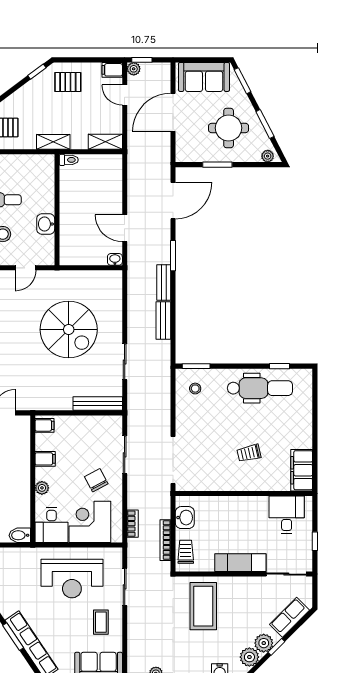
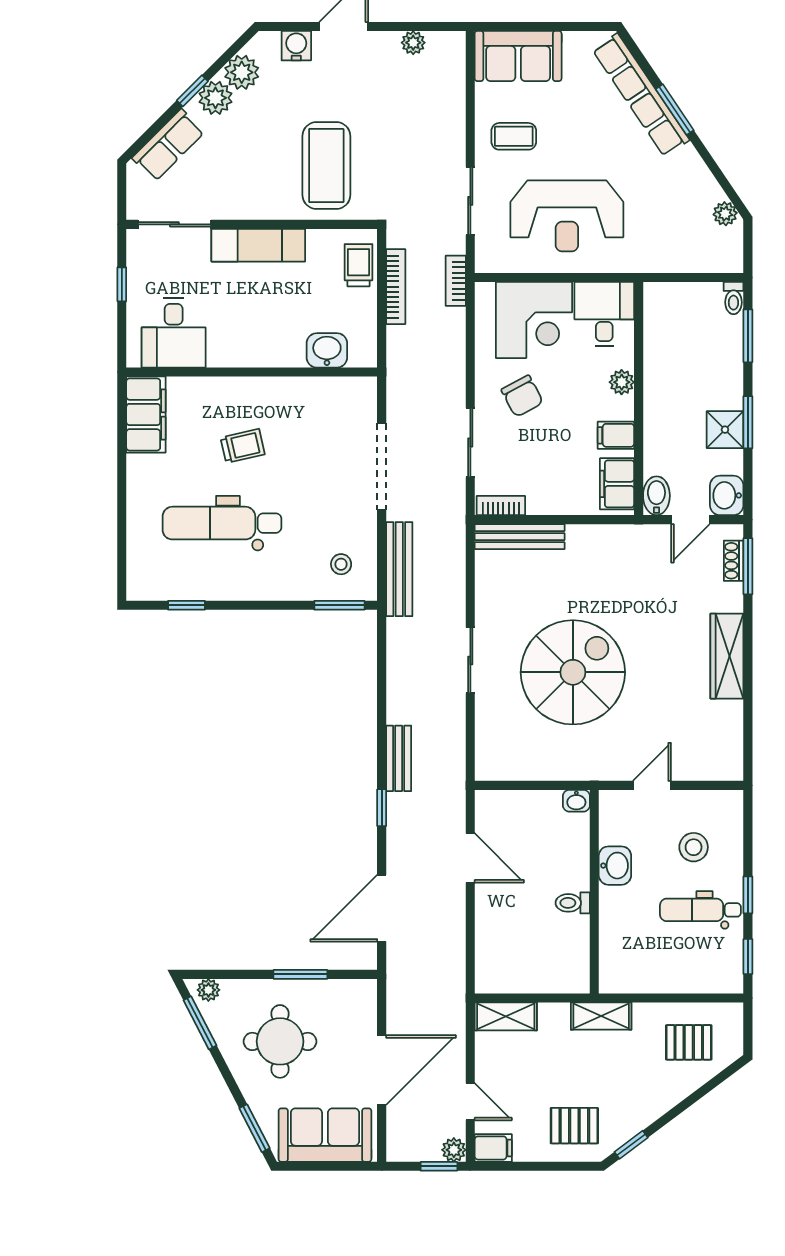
window: (265, 124) -> (200, 1023), moved
toilet: (69, 160) -> (573, 903), moved
window: (173, 256) -> (382, 808), width x0.67
washbasin: (115, 259) -> (576, 801), moved
bench: (163, 321) -> (399, 569), moved, width x1.36
spiral stairs: (69, 330) -> (573, 672), turned 90
sliding door: (125, 362) -> (470, 660), moved
dental chair: (260, 388) -> (222, 523), moved
bookcase: (108, 421) -> (501, 505), added
filing cabinet: (45, 425) -> (617, 484), width x2.00
doorway: (173, 460) -> (382, 466), moved
washbasin: (185, 518) -> (327, 350), moved, turned 90
bookcase: (133, 524) -> (456, 281), moved
bidet: (20, 535) -> (656, 496), moved, turned -90
trolley: (186, 552) -> (359, 265), turned 180
reception desk: (72, 579) -> (567, 216), turned 180
coffee table: (101, 622) -> (514, 136), turned 90

